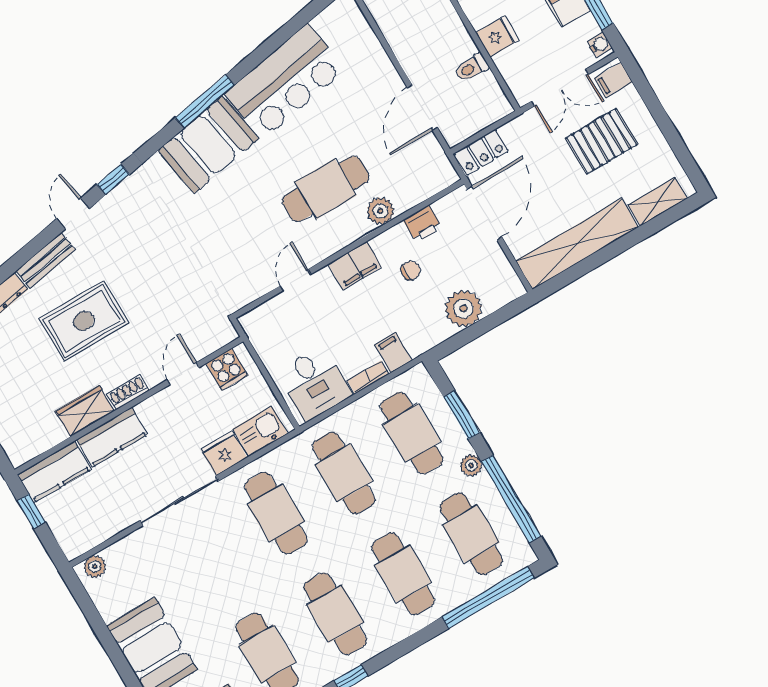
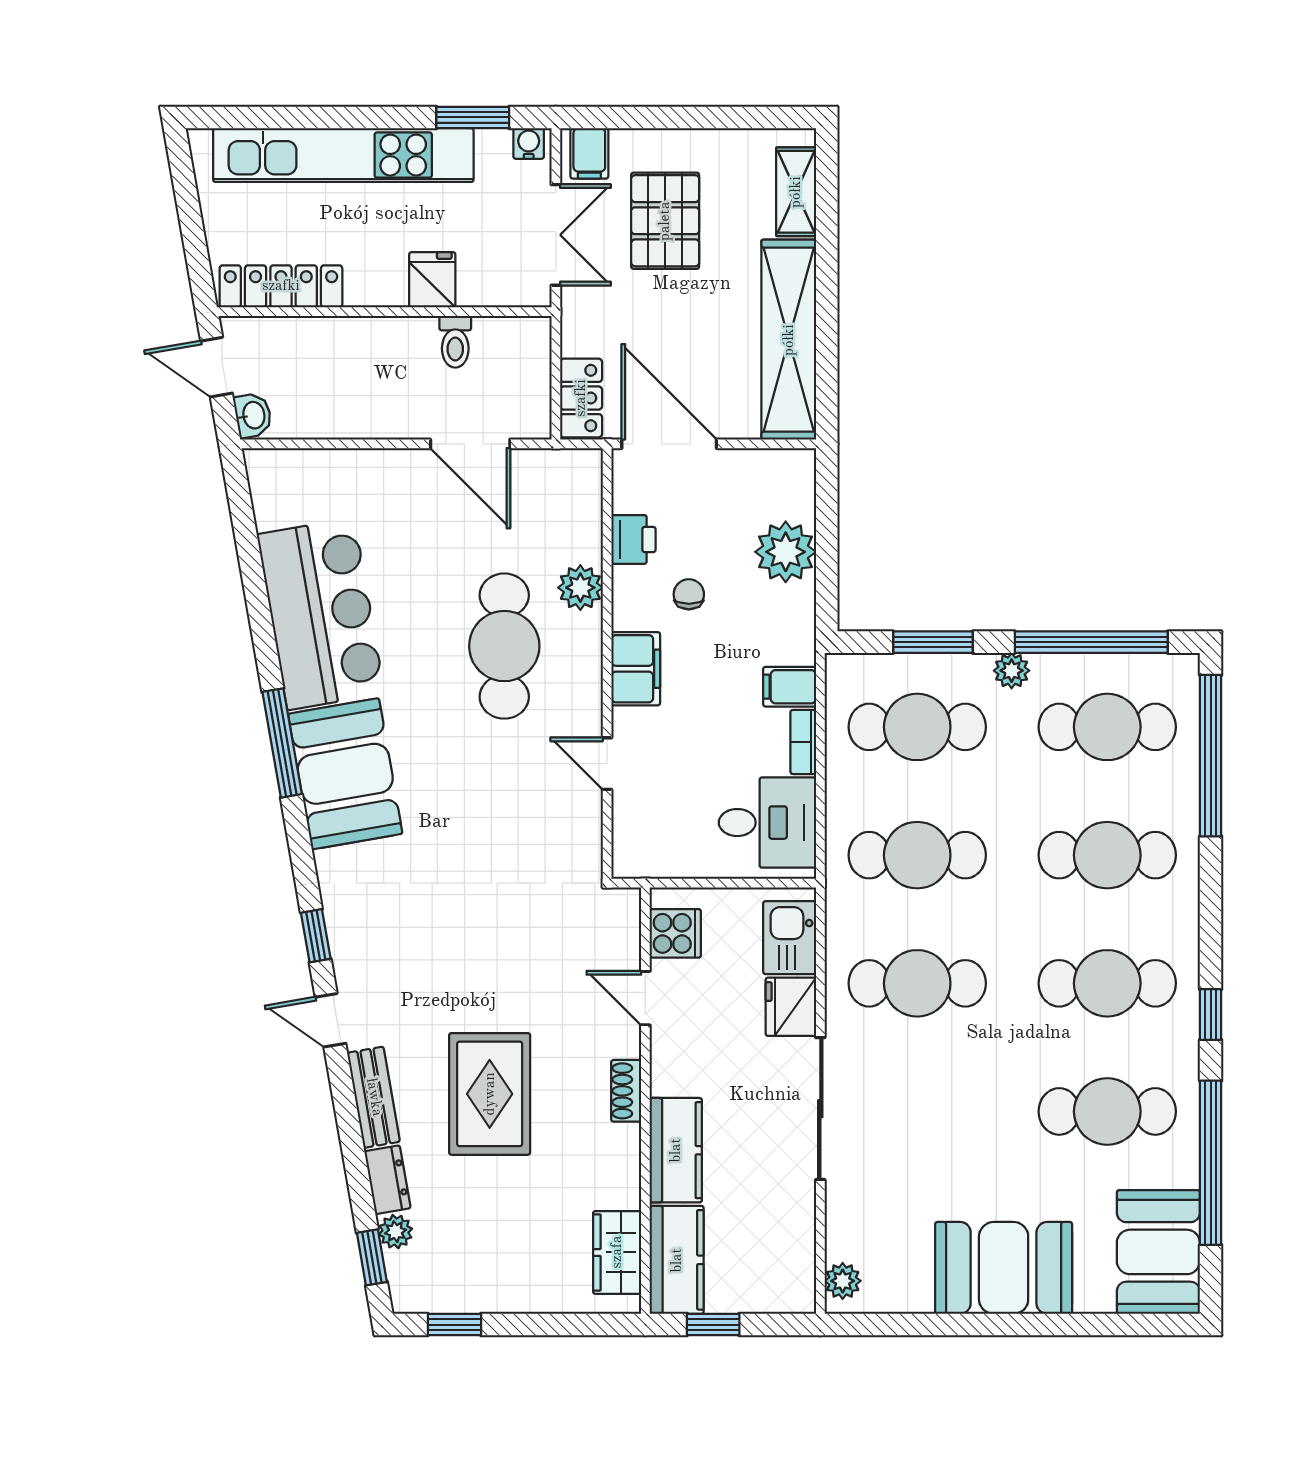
wardrobe: (85, 411) -> (617, 1252), moved

